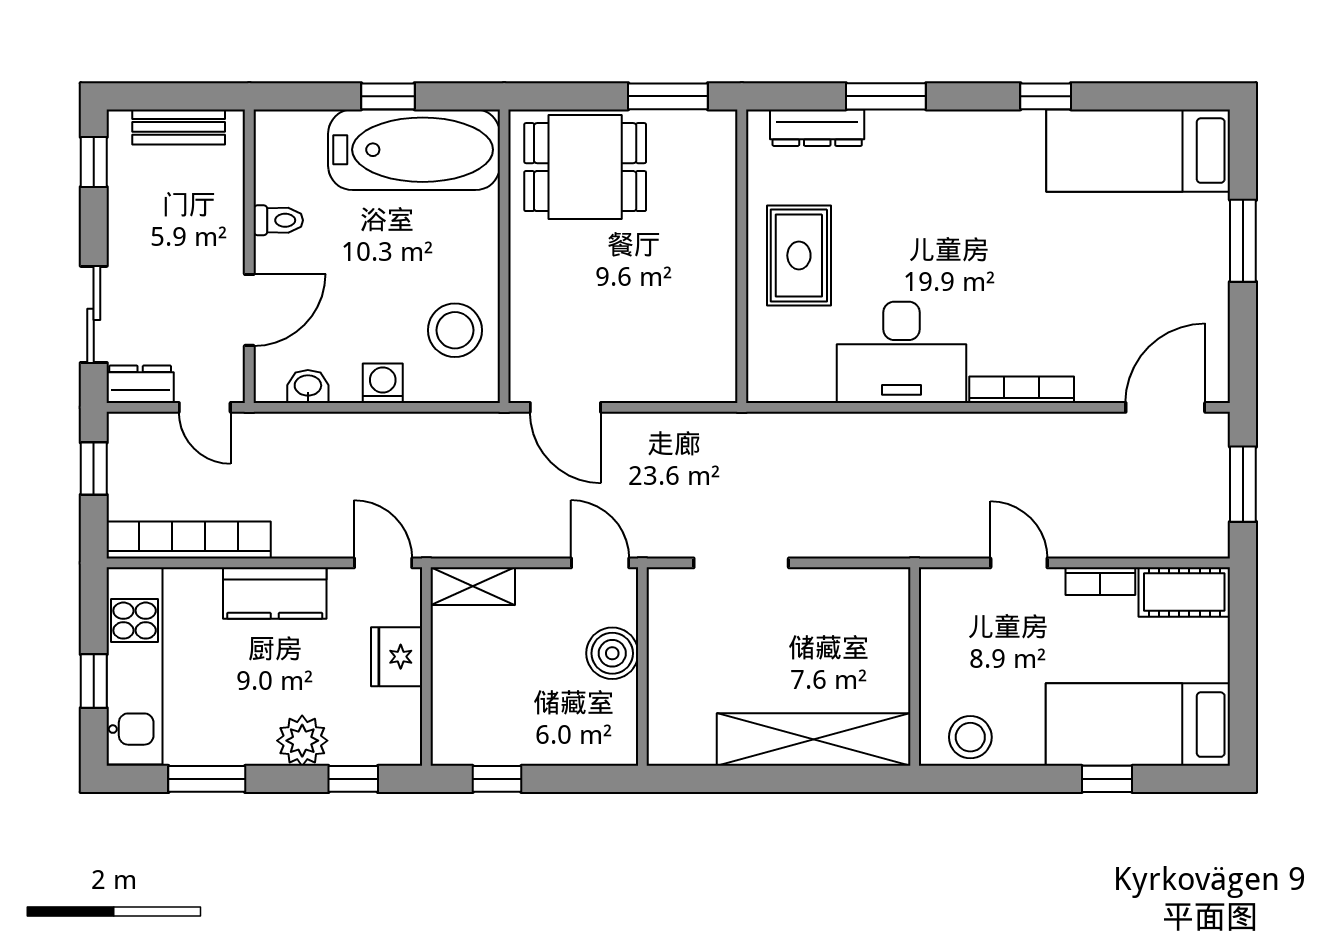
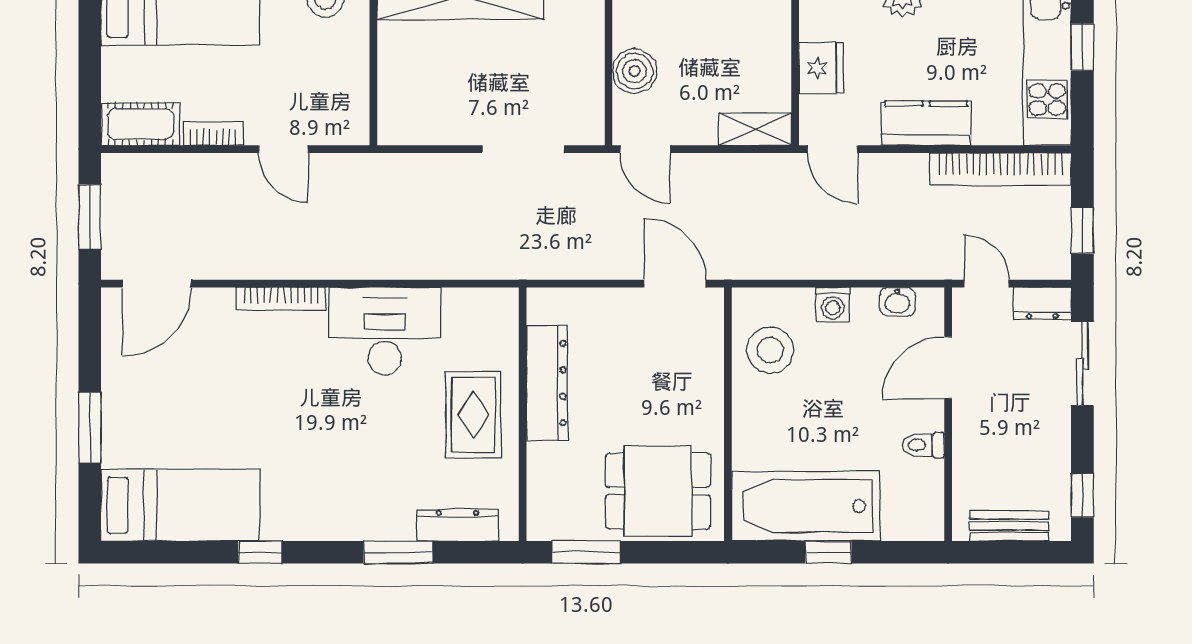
dresser: (714, 292) -> (547, 383), added

